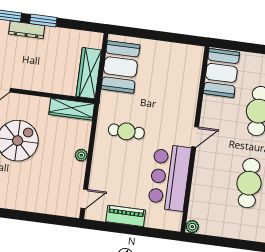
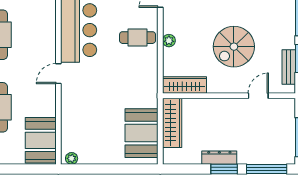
dresser: (27, 30) -> (219, 158), moved
plant: (193, 51) -> (72, 158), added
cafe table: (126, 131) -> (138, 38), moved

